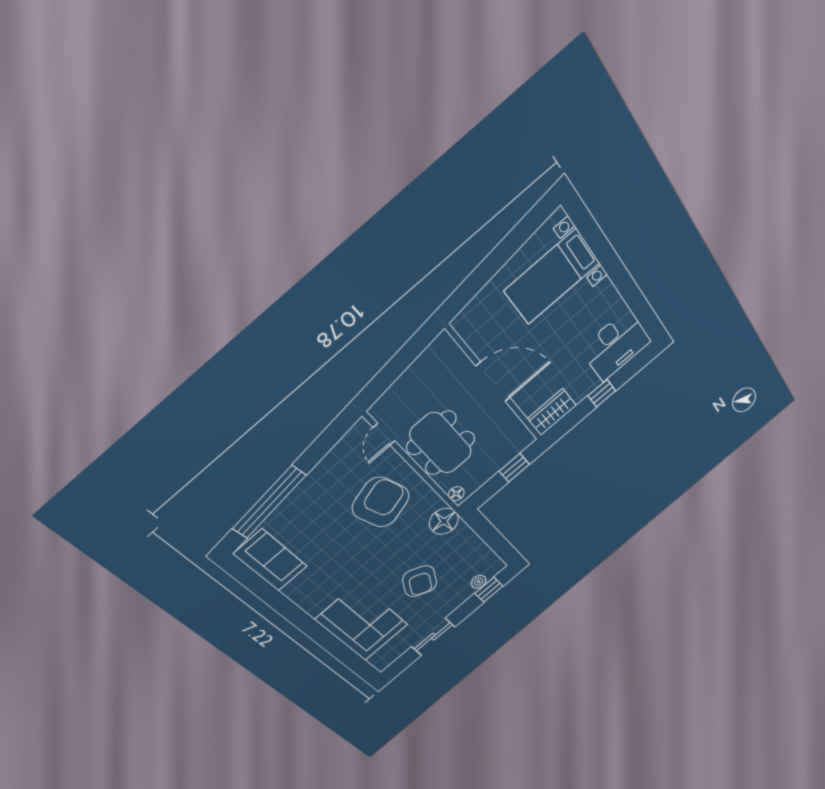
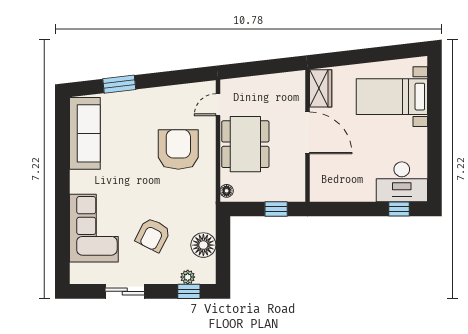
window: (602, 393) -> (399, 209), moved
wardrobe: (552, 412) -> (321, 88), moved, turned 90
window: (269, 502) -> (119, 84), width x0.47
armchair: (381, 502) -> (178, 149), turned -73
floor lamp: (444, 521) -> (203, 245), moved
sofa: (270, 560) -> (85, 133), width x1.36

